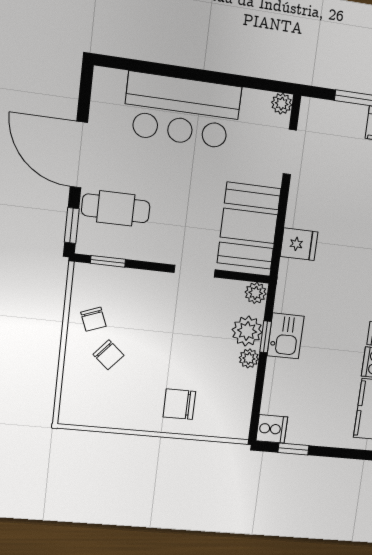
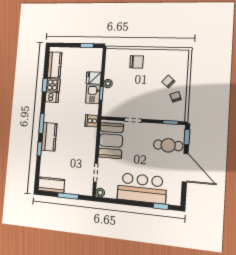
window: (140, 66) -> (161, 206), added
fridge: (299, 244) -> (94, 78), moved
plant: (256, 293) -> (107, 112), removed
plant: (247, 331) -> (109, 95), removed
cooker: (272, 429) -> (92, 121), moved

